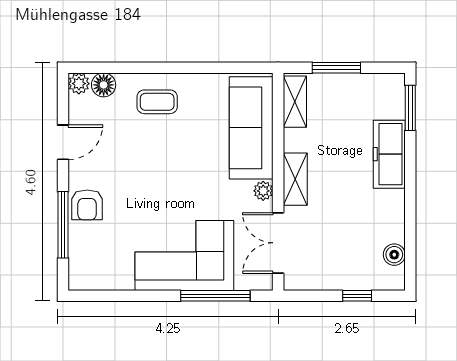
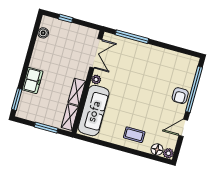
freezer: (389, 154) -> (33, 80), width x0.71
shelving: (295, 179) -> (77, 92), moved
armchair: (87, 205) -> (180, 96), turned 180
window: (63, 225) -> (194, 89), width x1.46
corner sofa: (184, 255) -> (141, 60), removed

